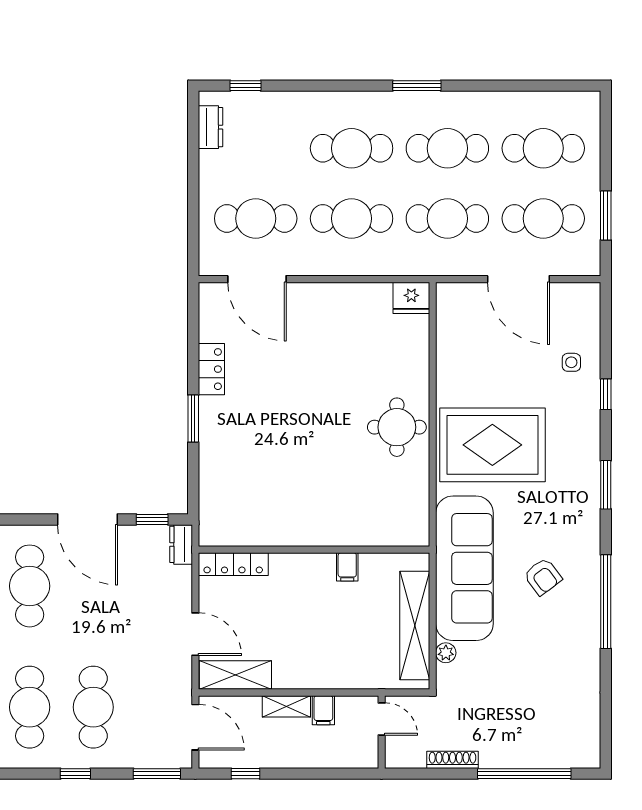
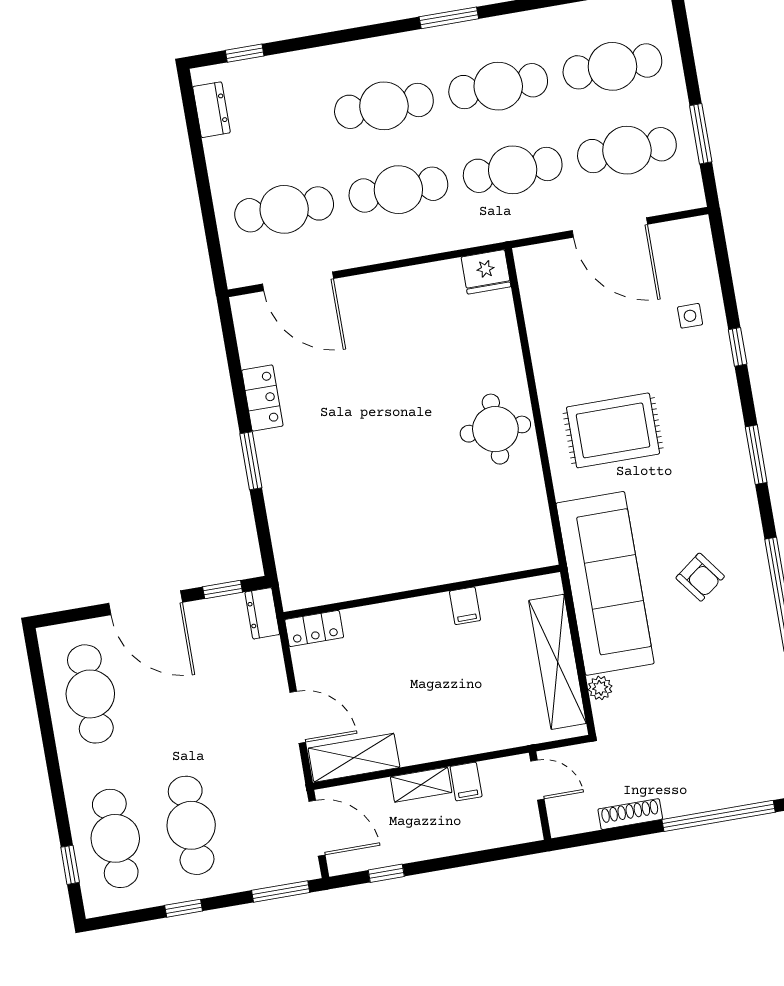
rug: (492, 445) -> (613, 430), width x0.73, depth x0.69
locker: (233, 564) -> (314, 629), width x0.66

